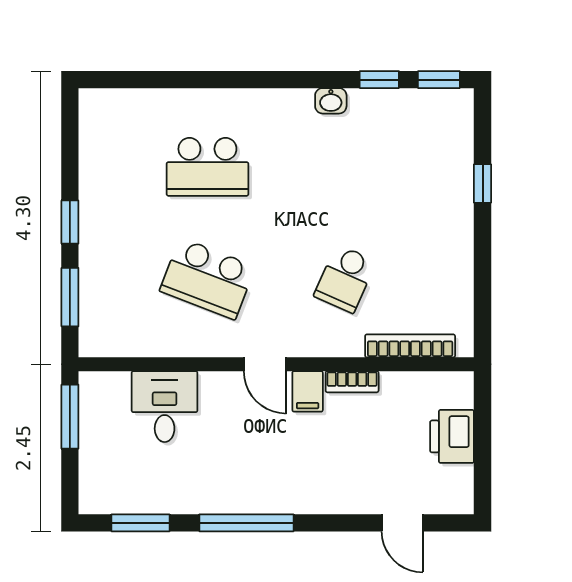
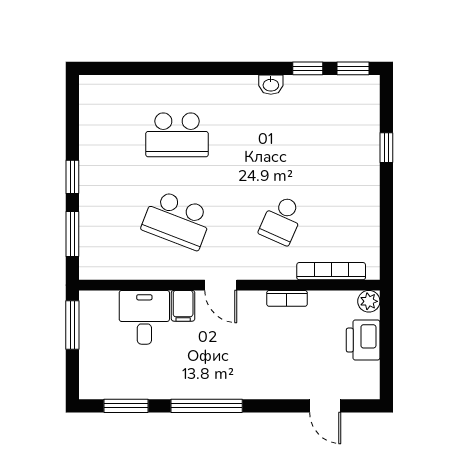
plant: (460, 385) -> (369, 301), added
filing cabinet: (308, 391) -> (183, 306), moved

